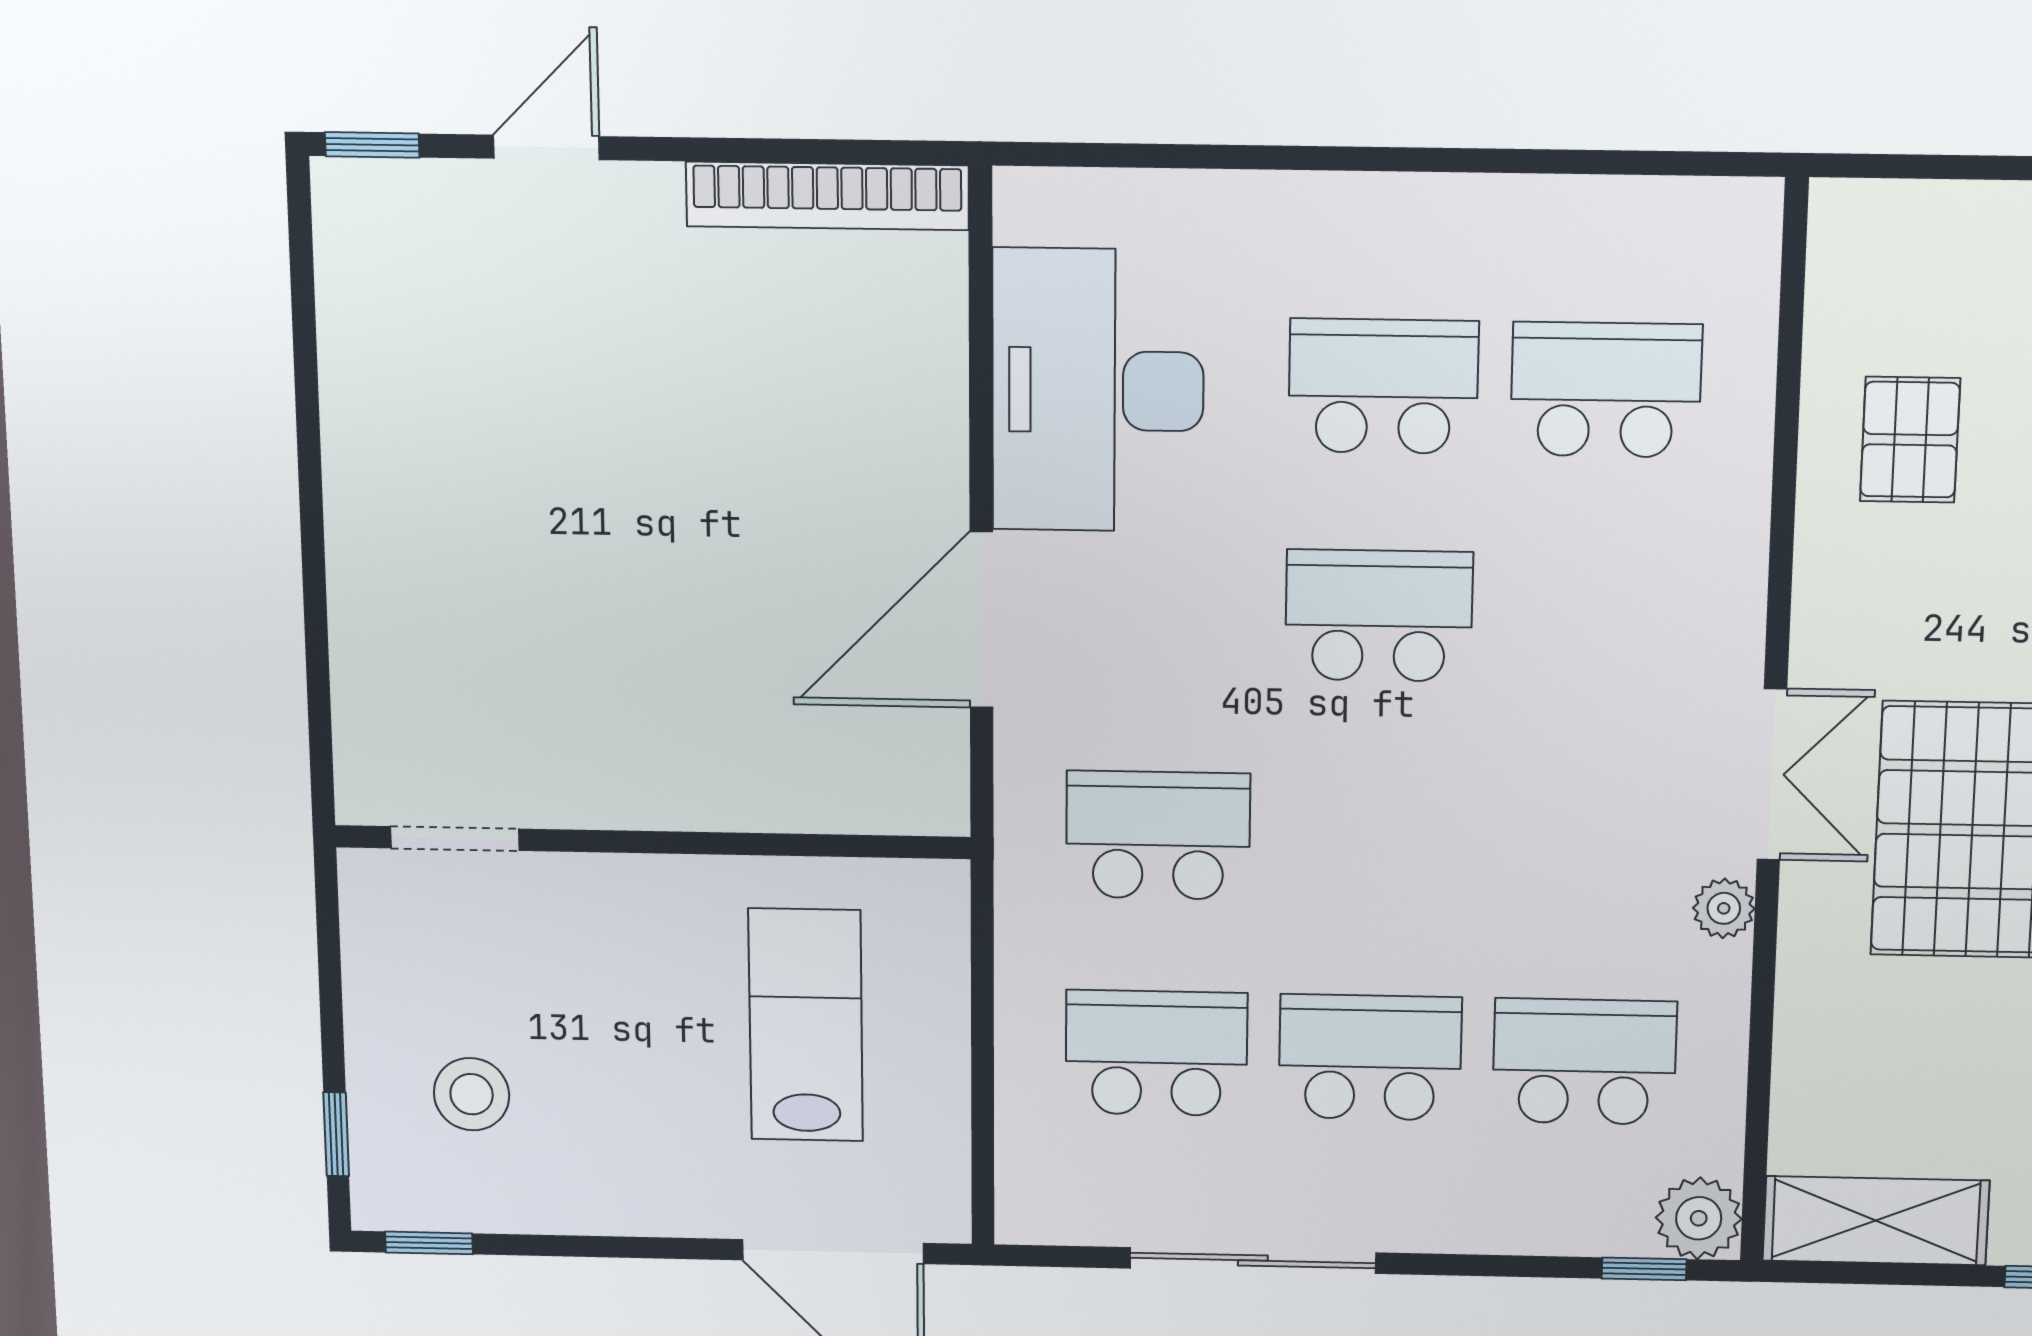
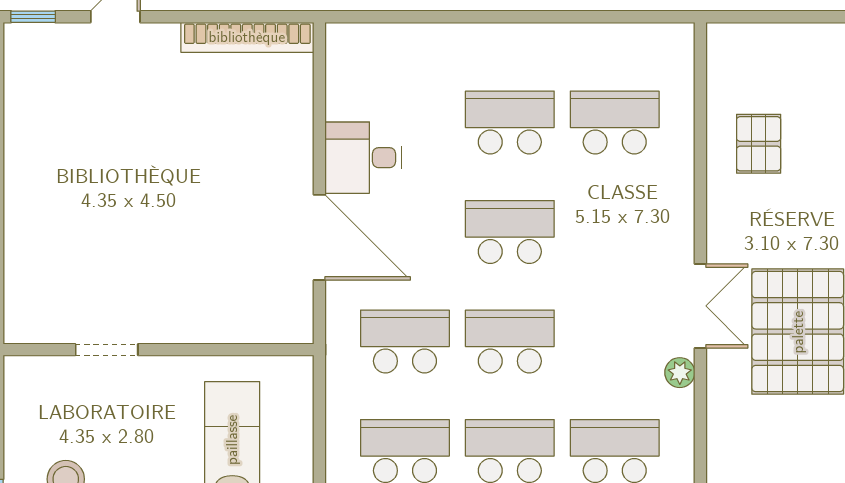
desk: (1098, 391) -> (363, 158), width x0.53, depth x0.77
door: (982, 620) -> (319, 237), swing flipped
doorway: (455, 839) -> (107, 350), moved
school desk: (1374, 839) -> (510, 342), added

